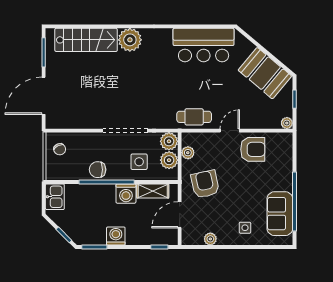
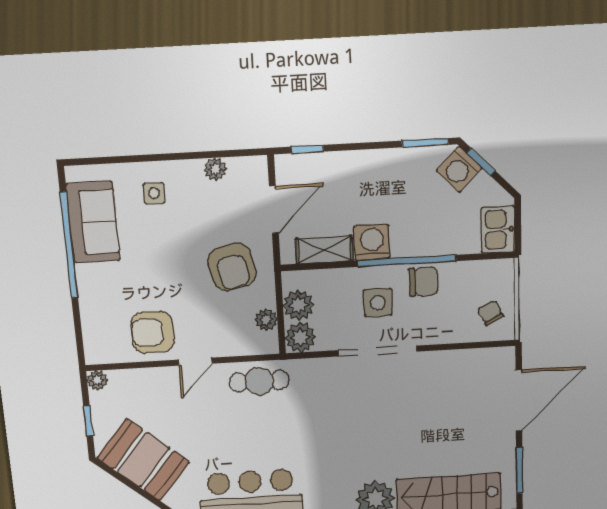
side table: (139, 162) -> (378, 303), moved
washing machine: (116, 236) -> (459, 169), moved, turned 45

